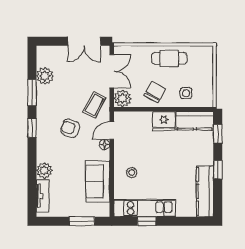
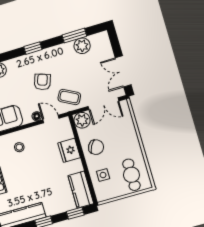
cafe table: (169, 58) -> (131, 175), moved
window: (32, 93) -> (74, 36), moved
fridge: (164, 121) -> (69, 150), moved

